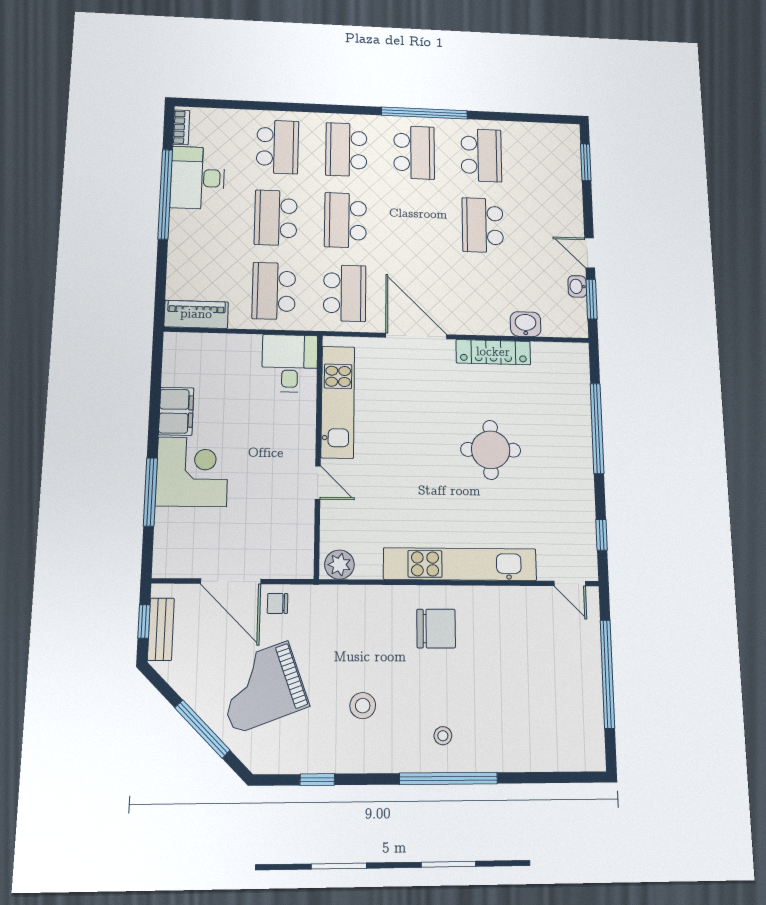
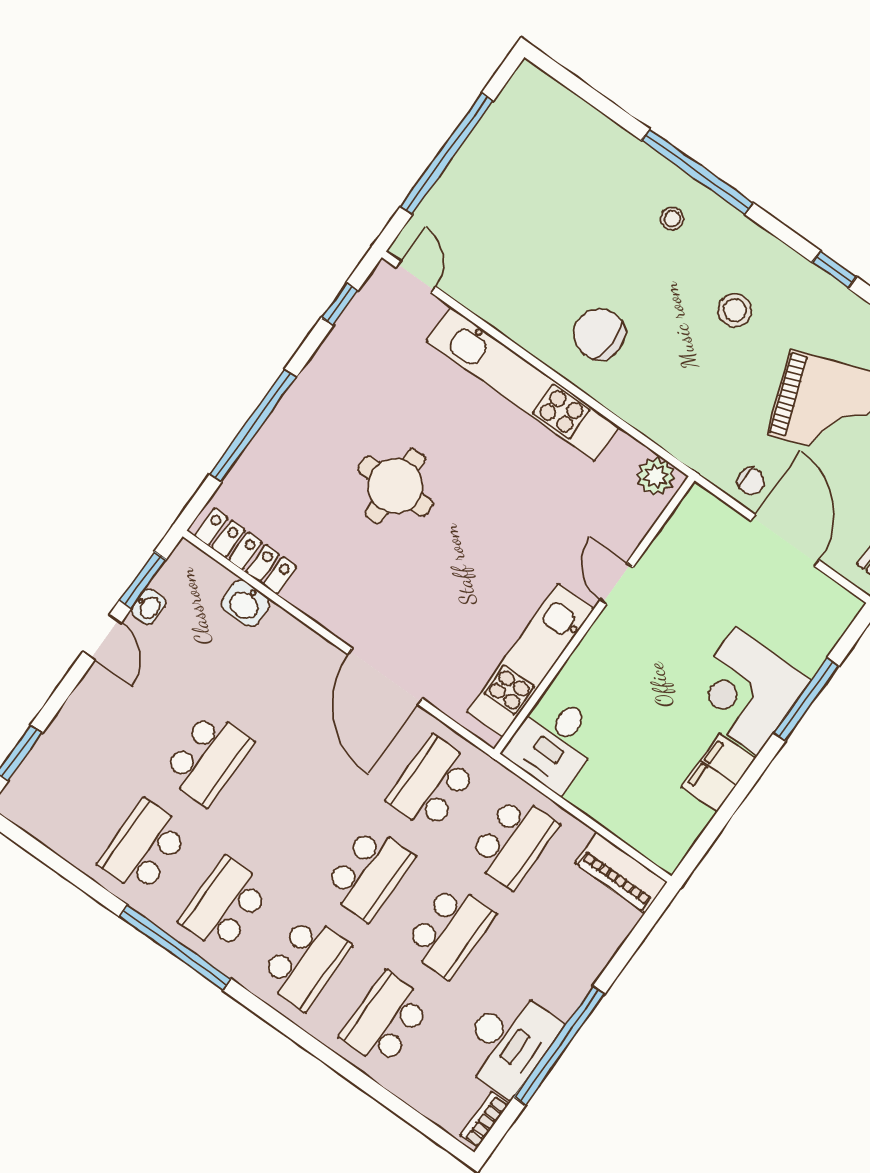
locker: (493, 352) -> (245, 551), moved

